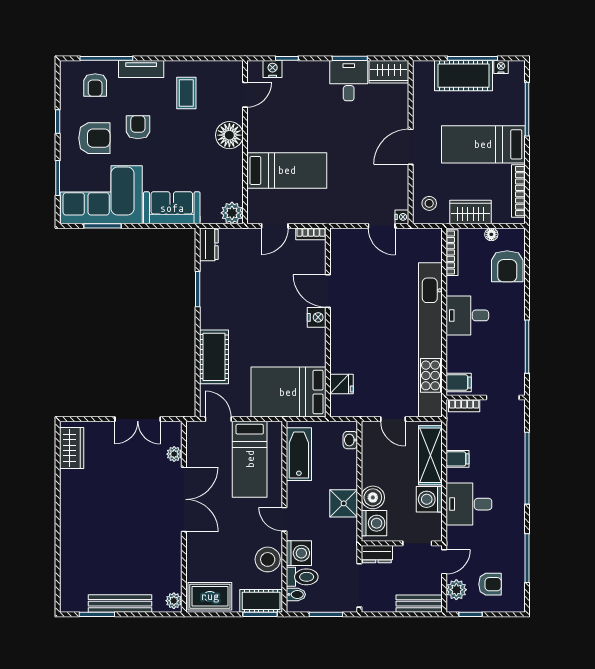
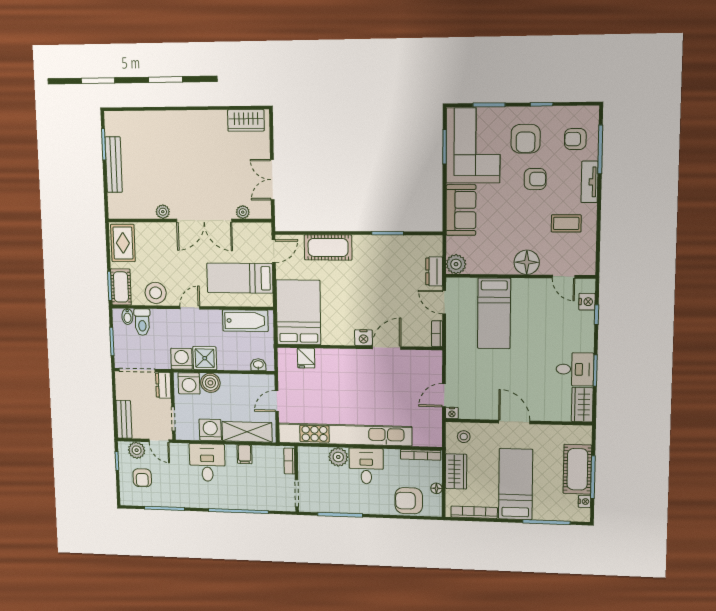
dresser: (209, 244) -> (434, 271), moved, turned 90
plant: (457, 348) -> (338, 457), added
filing cabinet: (459, 382) -> (309, 457), removed
washing machine: (299, 553) -> (182, 359), moved, turned 180
plant: (174, 601) -> (163, 212), moved

